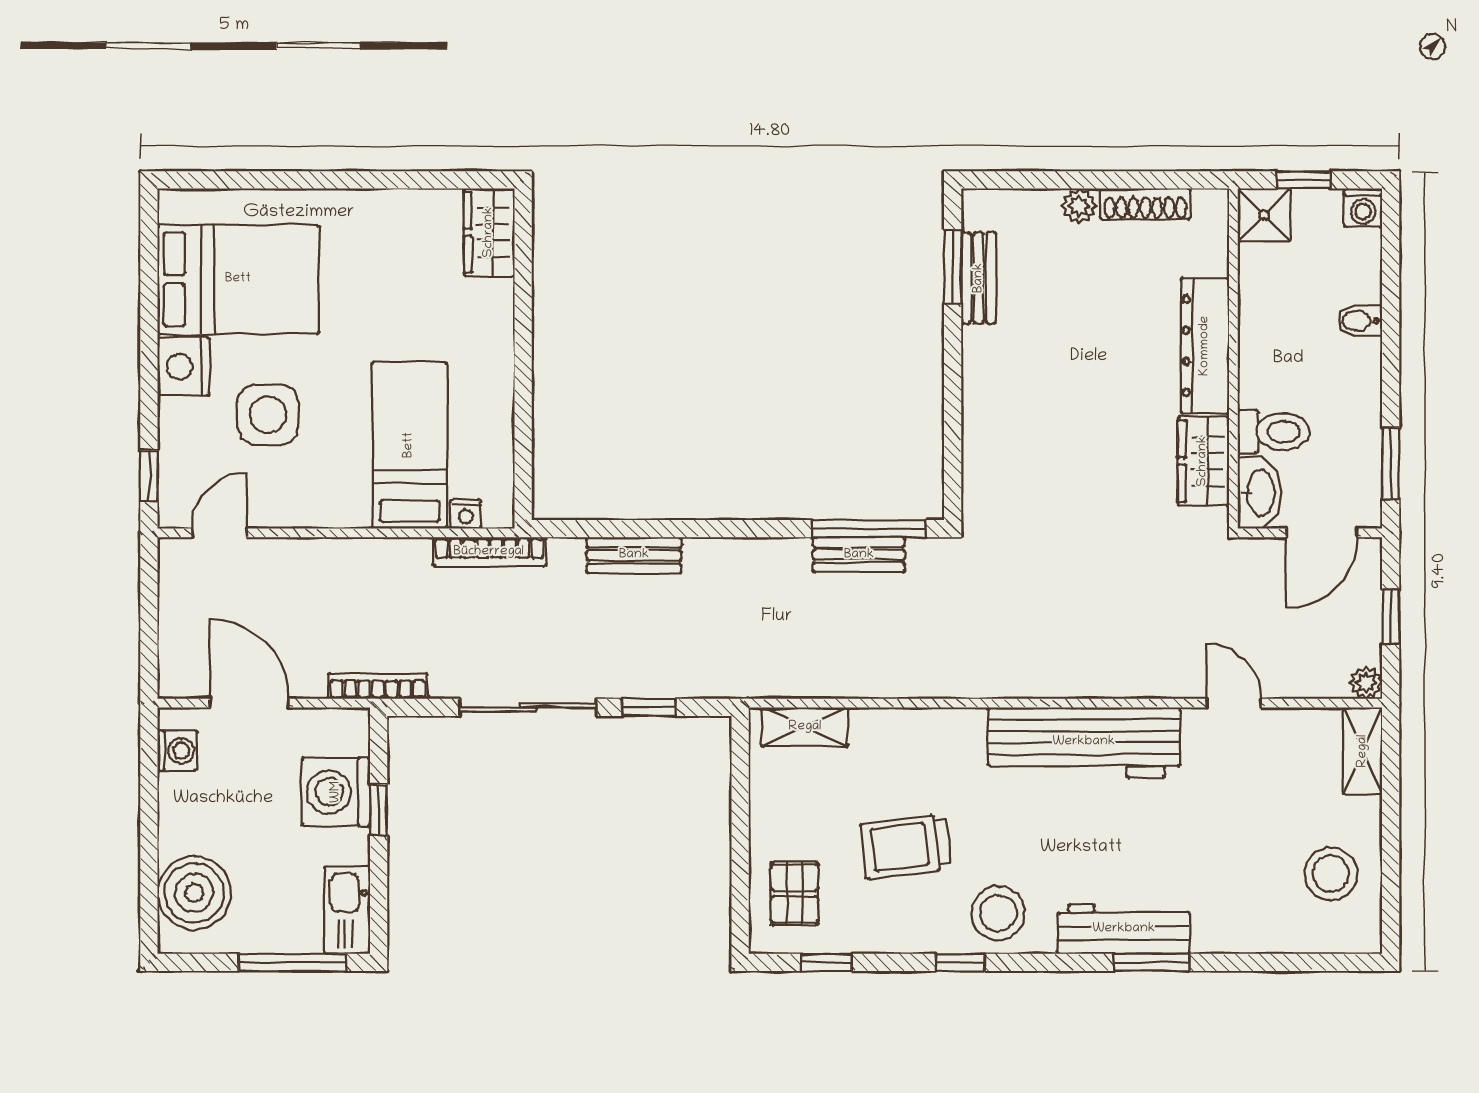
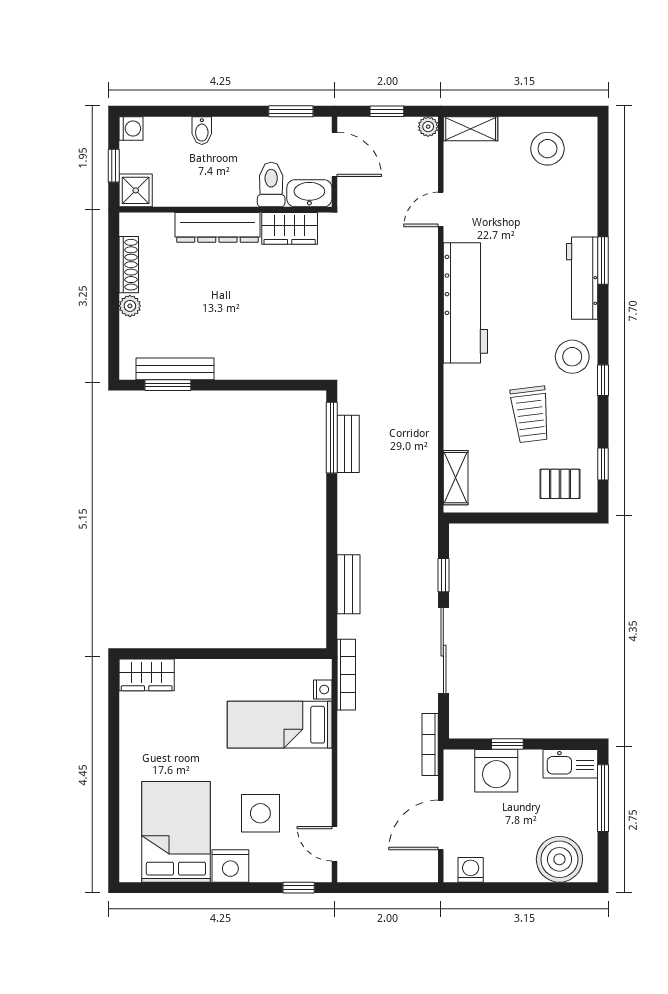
bench: (979, 278) -> (175, 369), width x1.36

